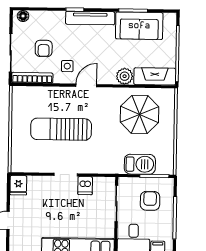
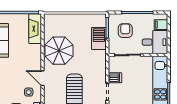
plant: (125, 76) -> (35, 50), removed
parasol: (139, 114) -> (59, 51), moved
armchair: (150, 201) -> (125, 31), turned 90

